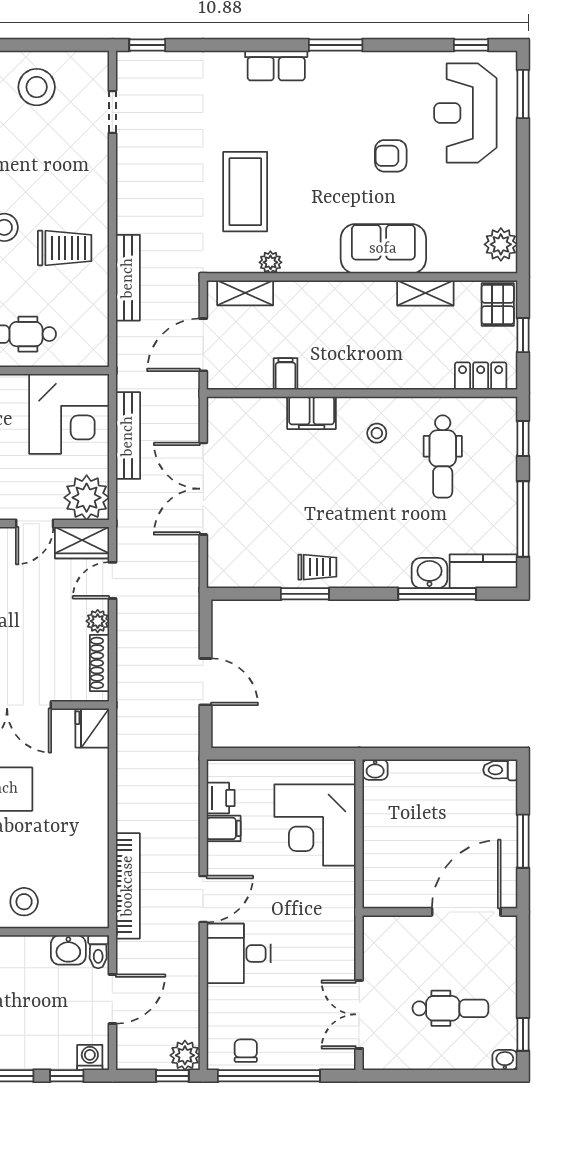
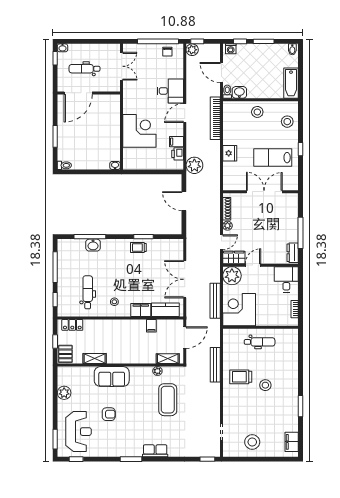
plant: (501, 244) -> (64, 393), moved
double door: (203, 489) -> (185, 279), swing flipped
kitchen counter: (483, 571) -> (165, 310), moved, turned 180
fridge: (92, 728) -> (230, 153), moved
plant: (179, 770) -> (194, 165), added
corner desk: (315, 825) -> (139, 131), moved
wall: (440, 912) -> (89, 93), moved
door: (466, 912) -> (78, 93), moved
door: (112, 999) -> (221, 72), hinge flipped

